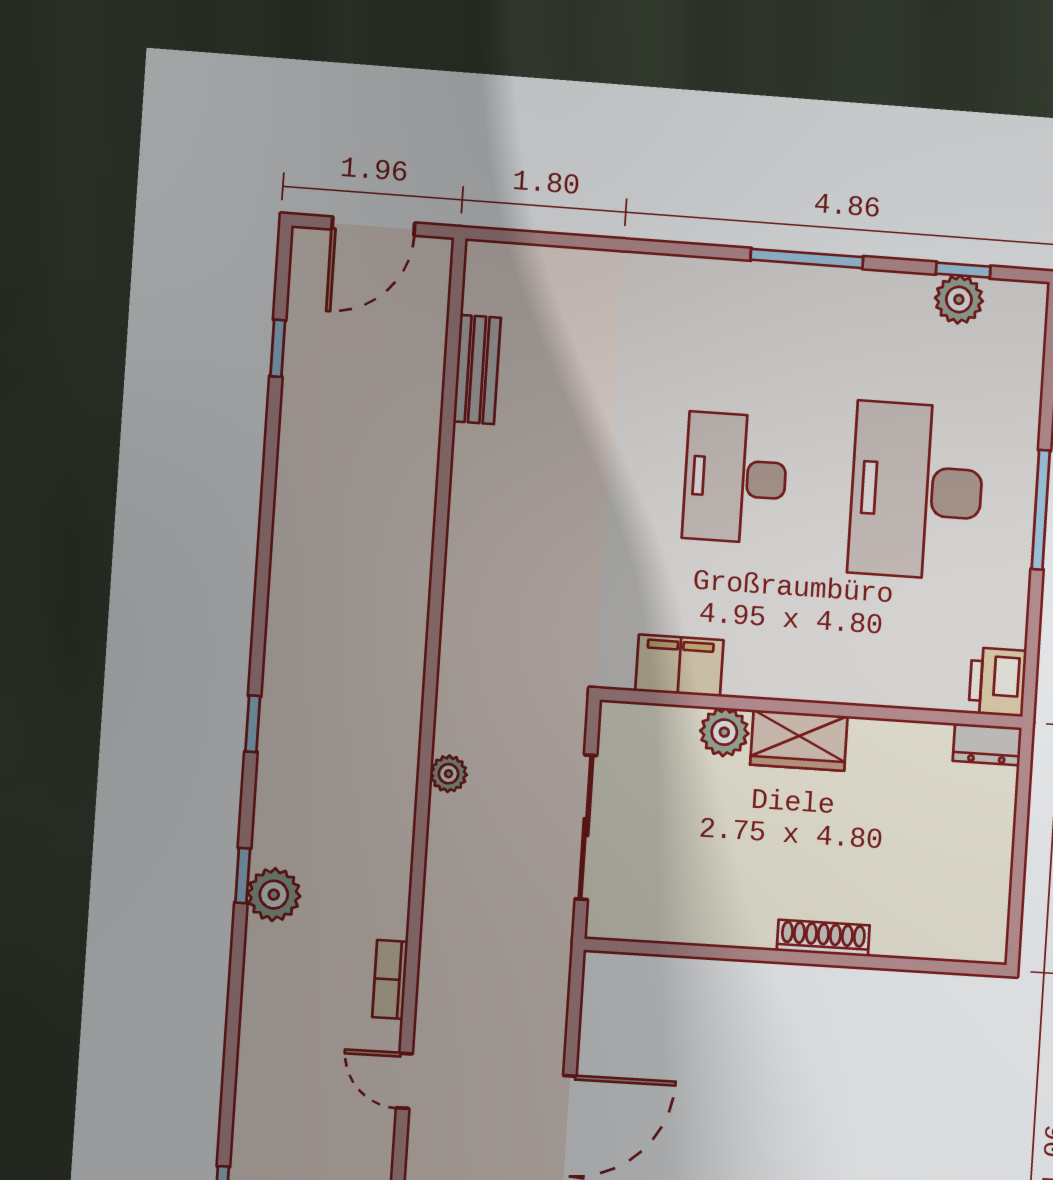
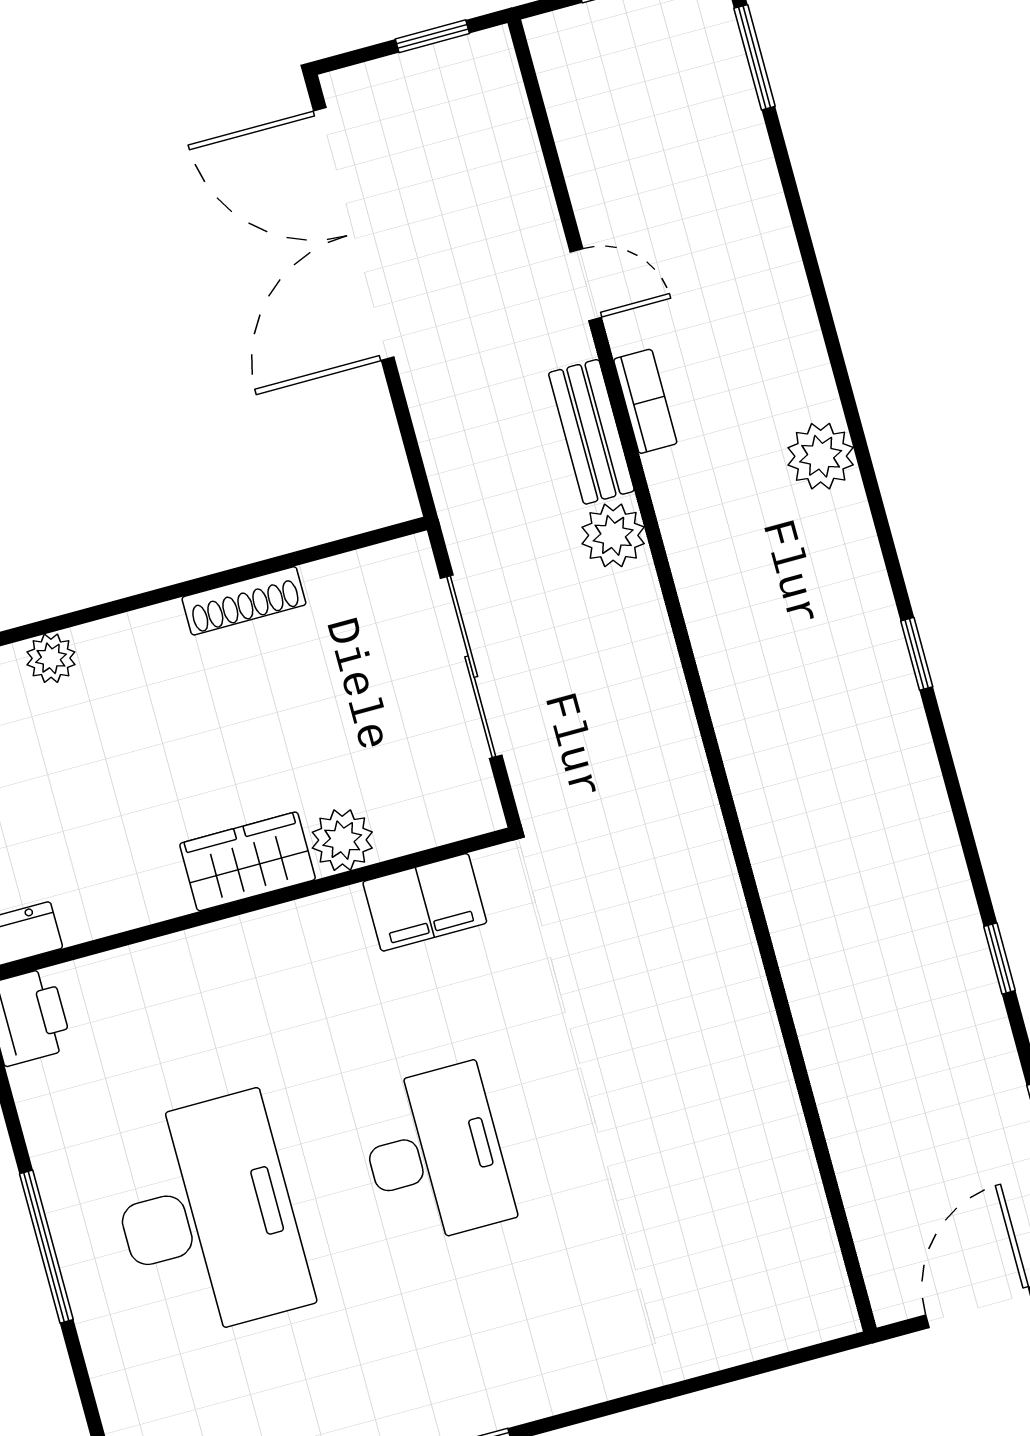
bench: (477, 370) -> (591, 432), moved
plant: (449, 774) -> (613, 535), moved, width x1.38, depth x1.38
window: (243, 876) -> (999, 958), moved
shoe rack: (823, 938) -> (244, 601), moved
plant: (892, 939) -> (51, 658), added

